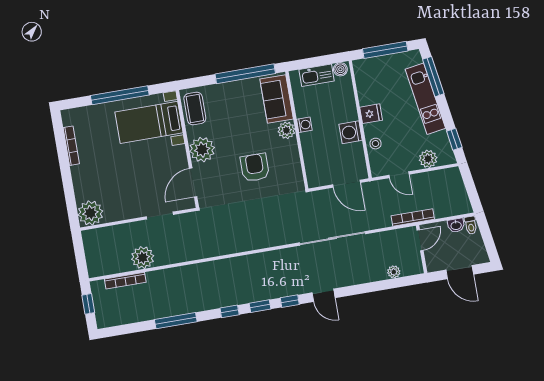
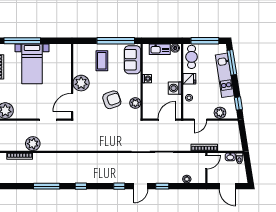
cafe table: (368, 79) -> (192, 57), added
window: (120, 95) -> (22, 41), moved
coffee table: (195, 108) -> (102, 61), moved
bed with nightstands: (149, 122) -> (32, 64), moved, turned -90
plant: (286, 130) -> (135, 103), moved
armchair: (255, 168) -> (112, 100), turned 71
door: (399, 175) -> (200, 120), hinge flipped
door: (346, 184) -> (167, 120), swing flipped
door: (324, 295) -> (141, 186), hinge flipped
window: (260, 306) -> (162, 186), moved

